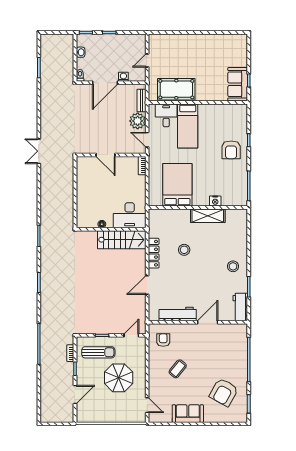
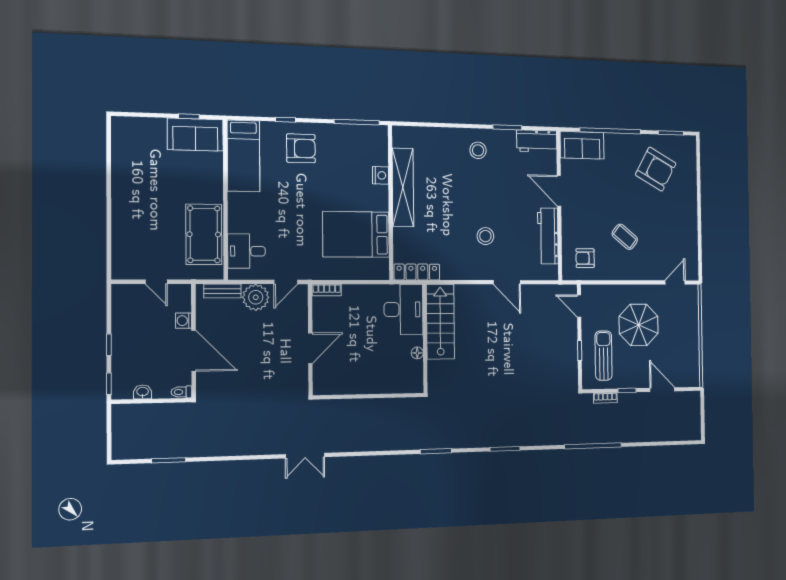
bed: (188, 126) -> (243, 156), moved, turned 90
shelving: (208, 216) -> (403, 187), width x1.47
stool: (184, 250) -> (485, 236), moved
locker: (154, 253) -> (417, 272), moved
sofa: (188, 414) -> (582, 145), moved, turned -90

